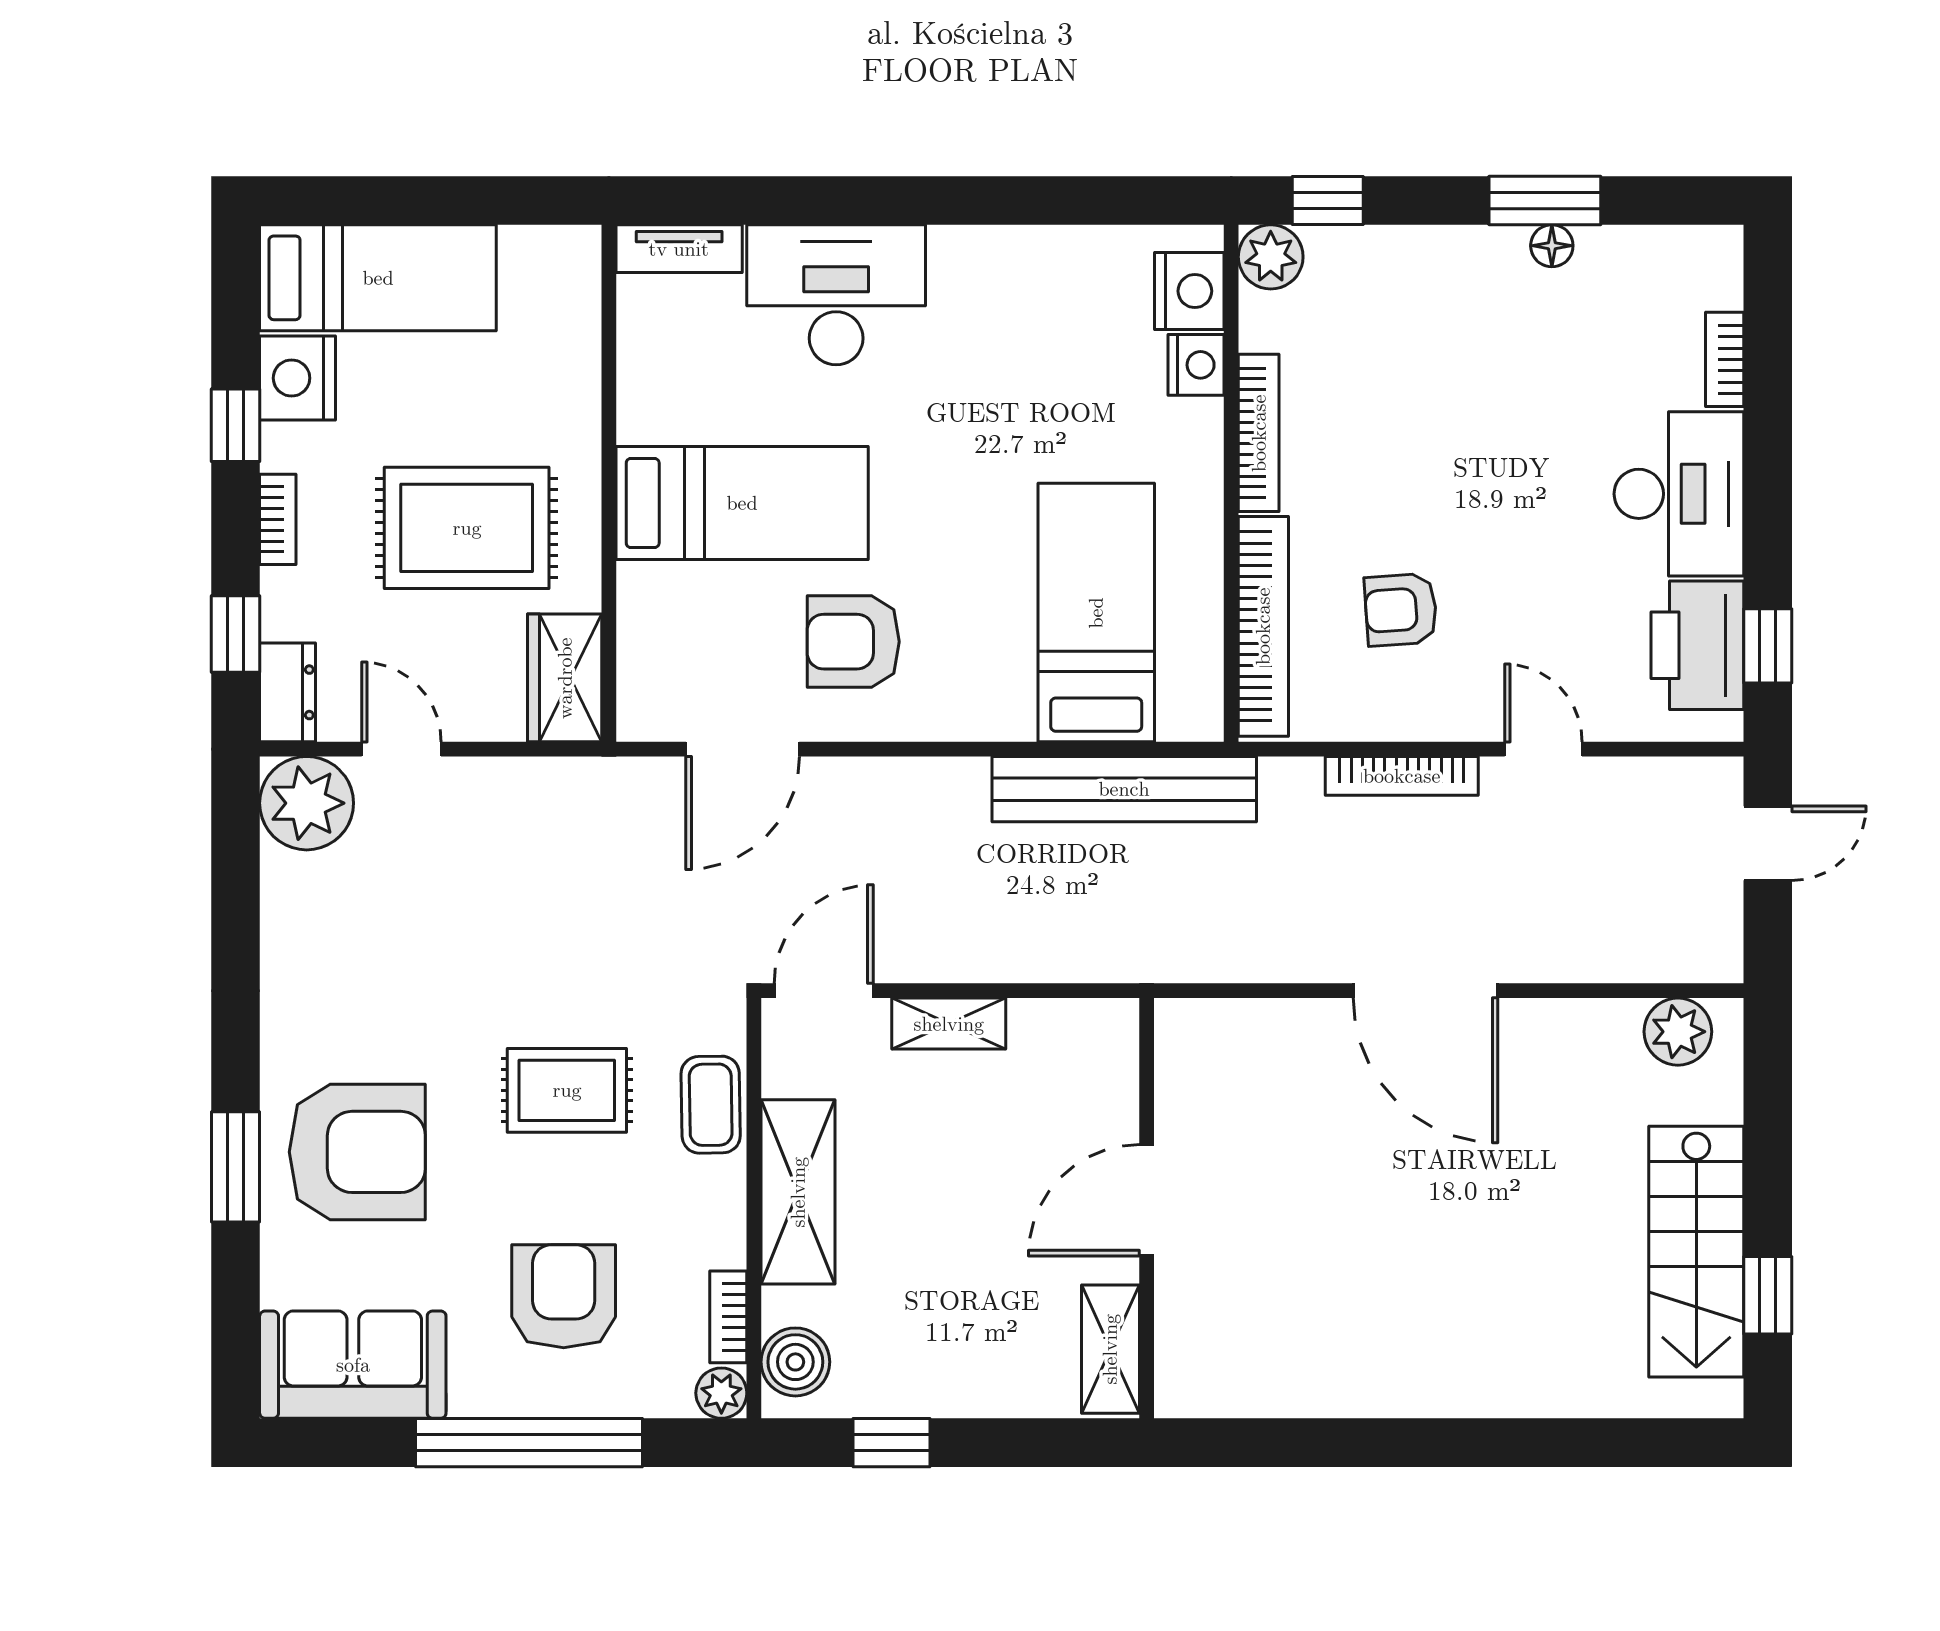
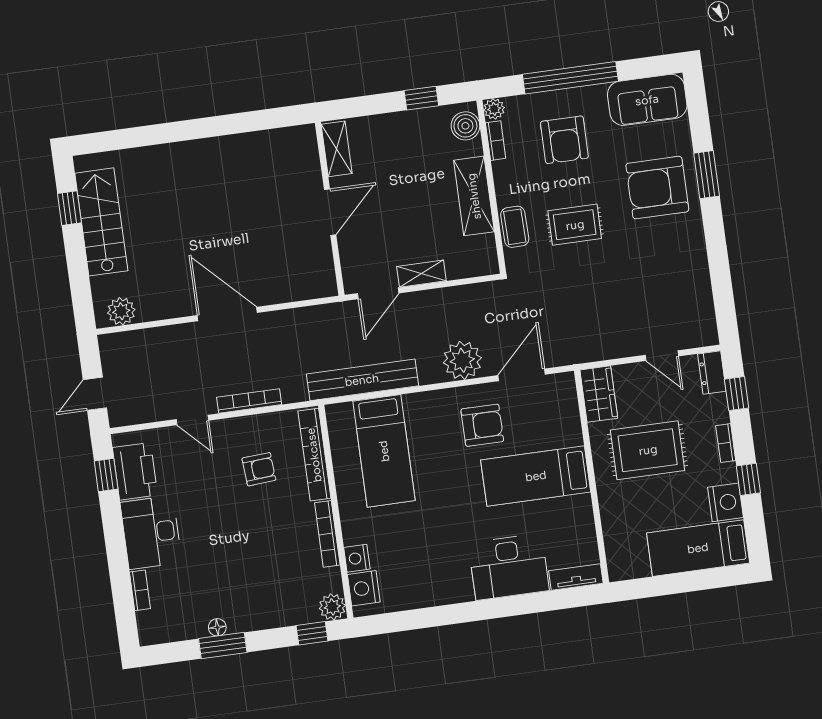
plant: (307, 803) -> (462, 360), moved
door: (824, 991) -> (378, 293), moved

